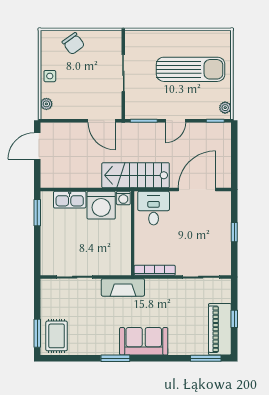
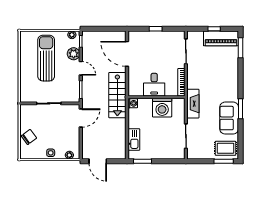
plant: (197, 110) -> (74, 54), added
washing machine: (101, 205) -> (162, 108), moved, turned 90
desk: (154, 208) -> (154, 85), moved, turned -90
sofa: (144, 341) -> (229, 118), moved

